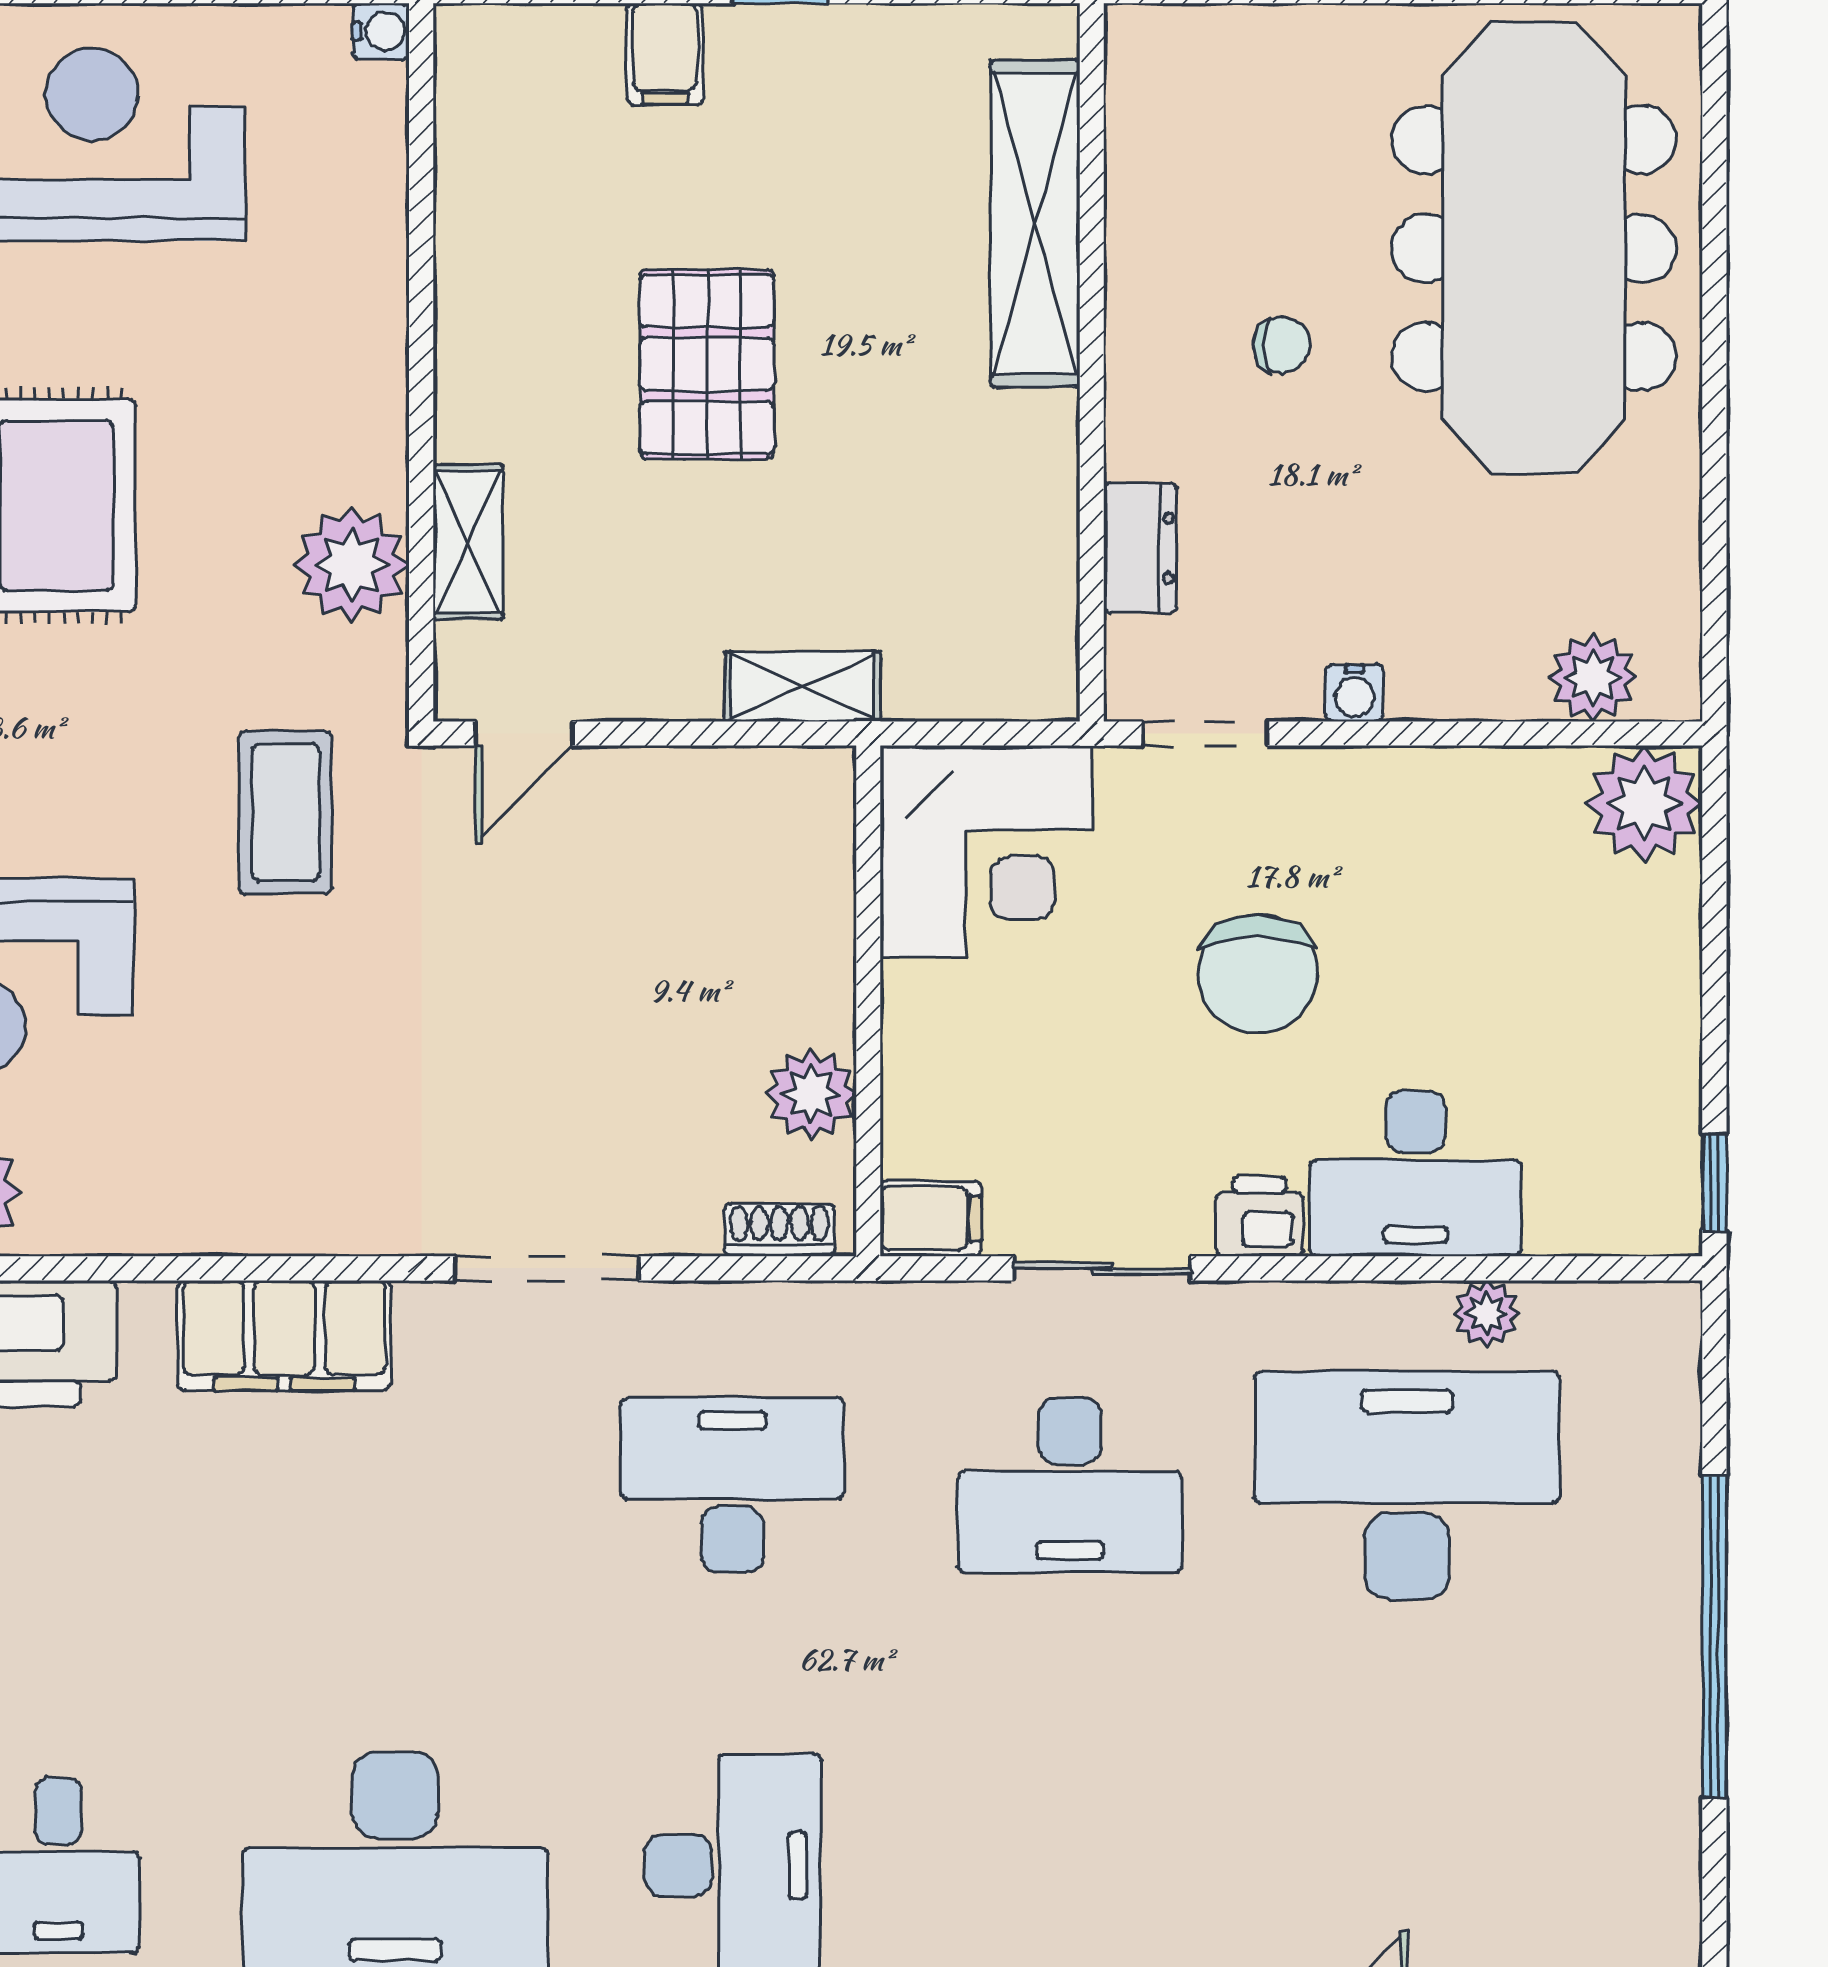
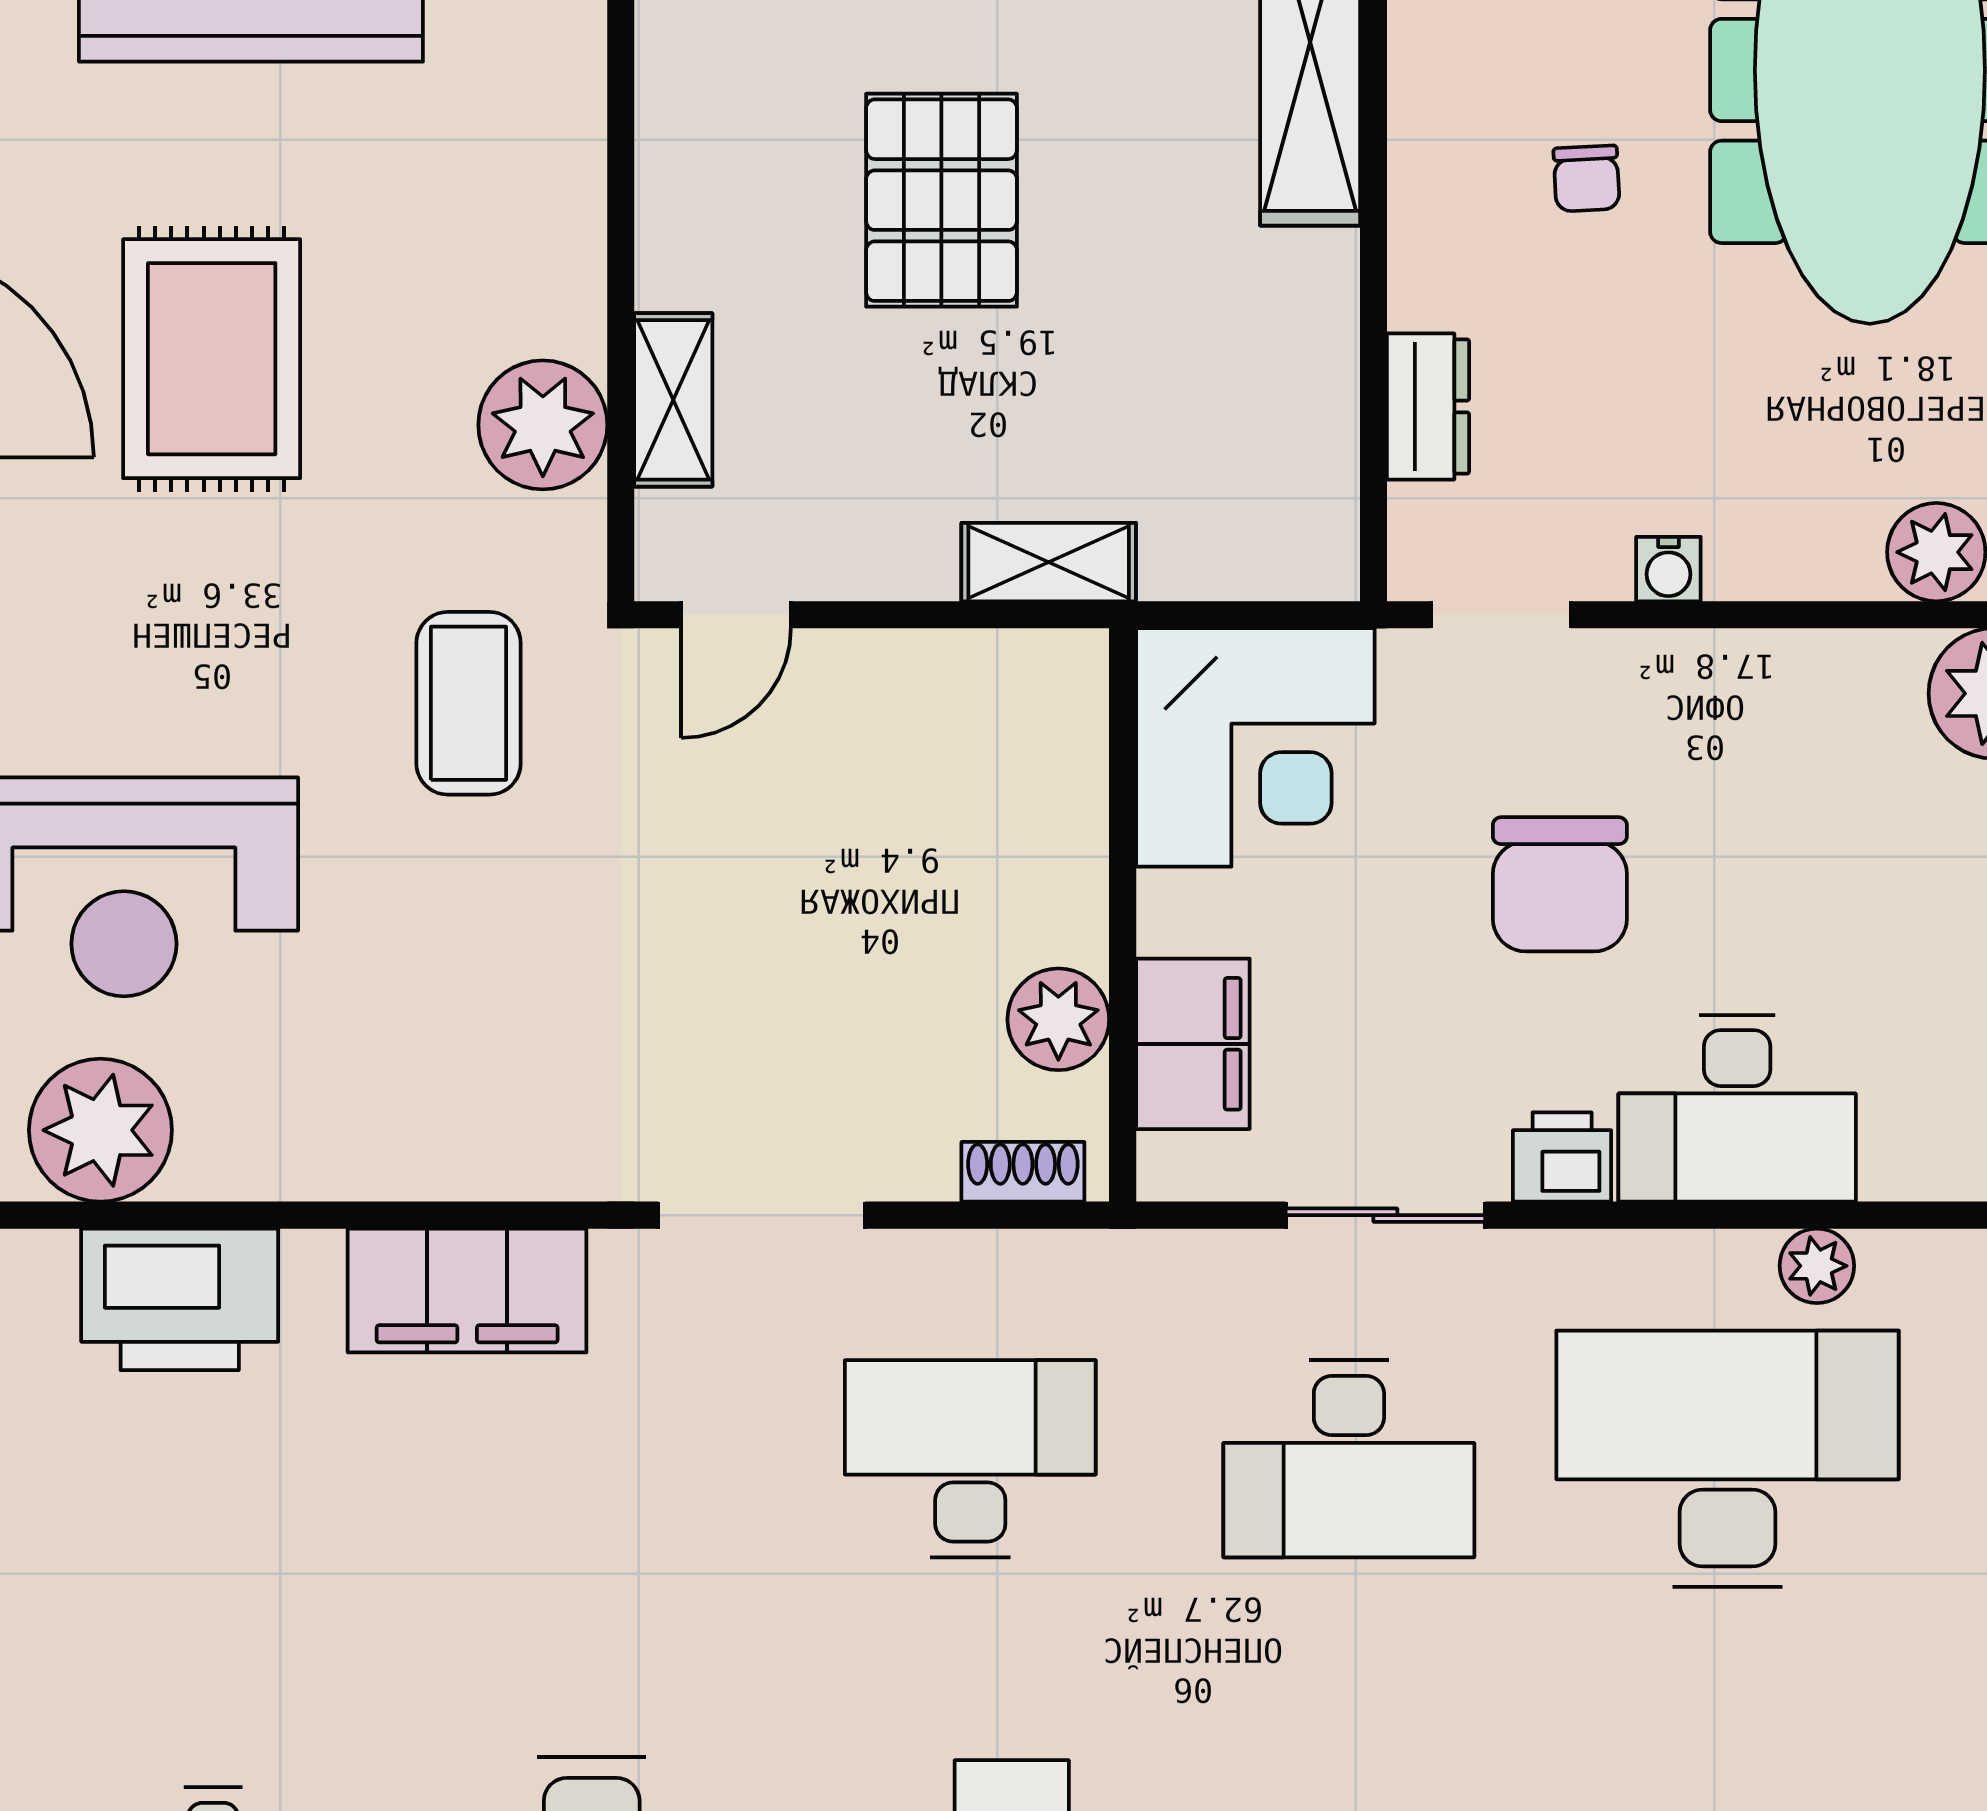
chair: (1281, 345) -> (1587, 178), turned 87
filing cabinet: (931, 1218) -> (1193, 1044), moved, width x2.00

